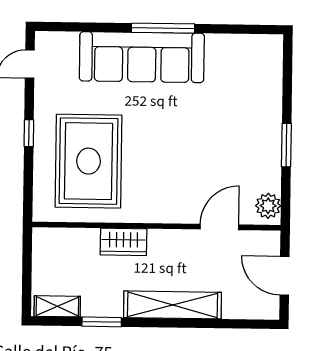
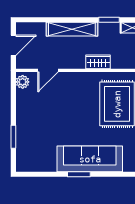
window: (163, 28) -> (79, 174), width x0.69
window: (286, 145) -> (13, 137), moved
door: (285, 276) -> (13, 45), hinge flipped

